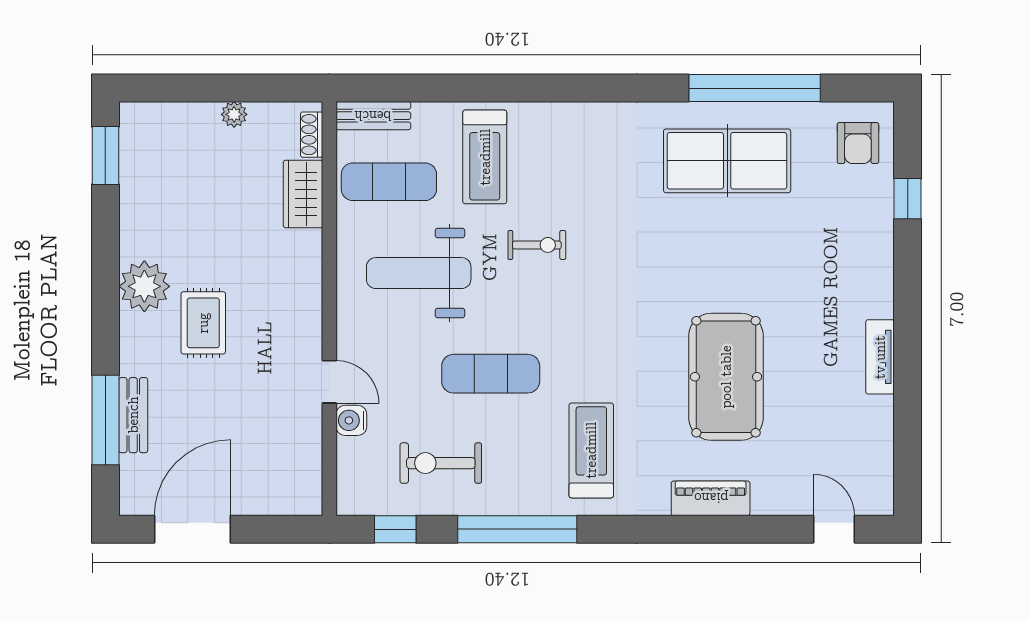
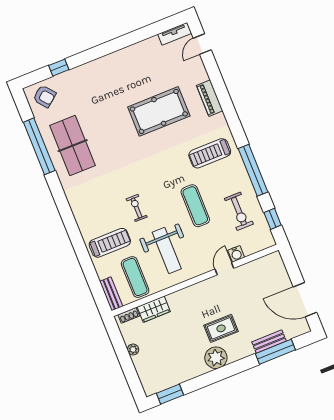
armchair: (858, 143) -> (45, 96), turned 51
tv unit: (880, 357) -> (175, 34), moved

